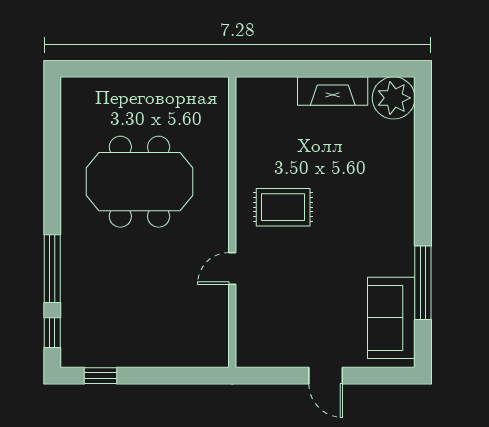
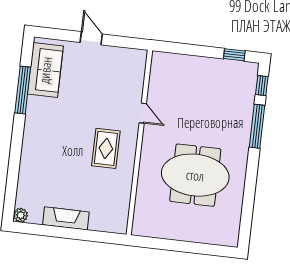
plant: (394, 98) -> (21, 215), width x0.53, depth x0.53
rug: (283, 207) -> (106, 148), turned 90
door: (232, 268) -> (143, 113), hinge flipped

